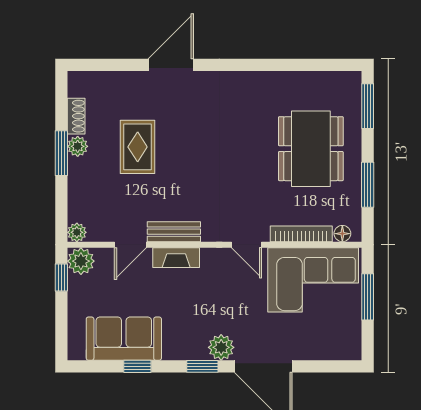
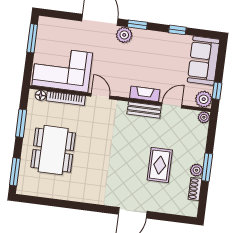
window: (368, 297) -> (32, 38), moved
sofa: (124, 339) -> (204, 61), moved, turned 90

